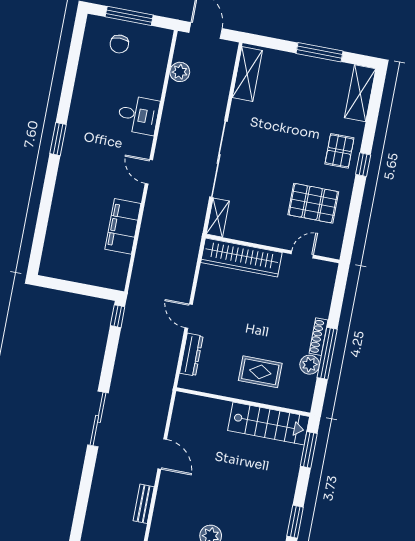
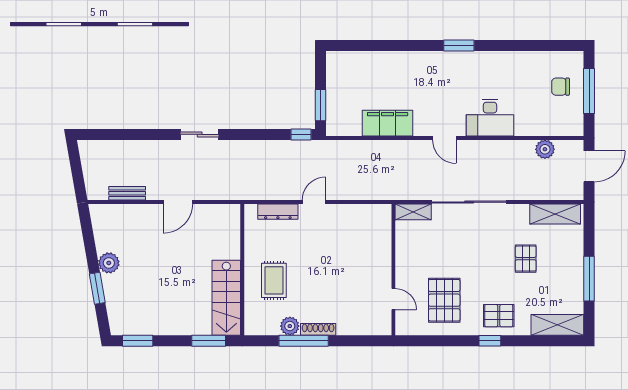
pallet: (287, 113) -> (526, 259), added
desk: (138, 115) -> (490, 118), width x1.37
door: (149, 172) -> (444, 138), swing flipped
wardrobe: (241, 258) -> (379, 242), removed
window: (92, 291) -> (321, 105), added
sliding door: (98, 419) -> (200, 134), width x0.73

